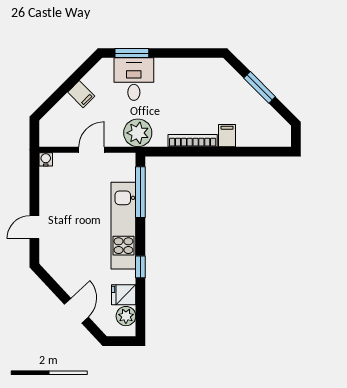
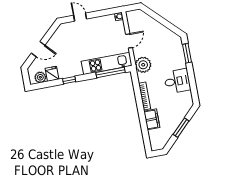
desk: (134, 79) -> (177, 81), moved
filing cabinet: (81, 94) -> (159, 29), removed
filing cabinet: (227, 136) -> (152, 119), width x2.00
door: (92, 150) -> (129, 41), hinge flipped
kitchen unit: (123, 226) -> (107, 63), moved

